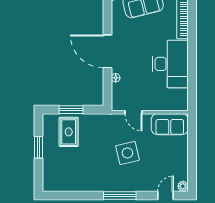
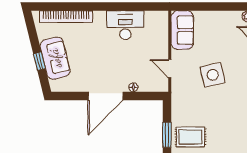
desk: (170, 64) -> (125, 25), width x0.73, depth x0.77
door: (133, 112) -> (170, 69), swing flipped

